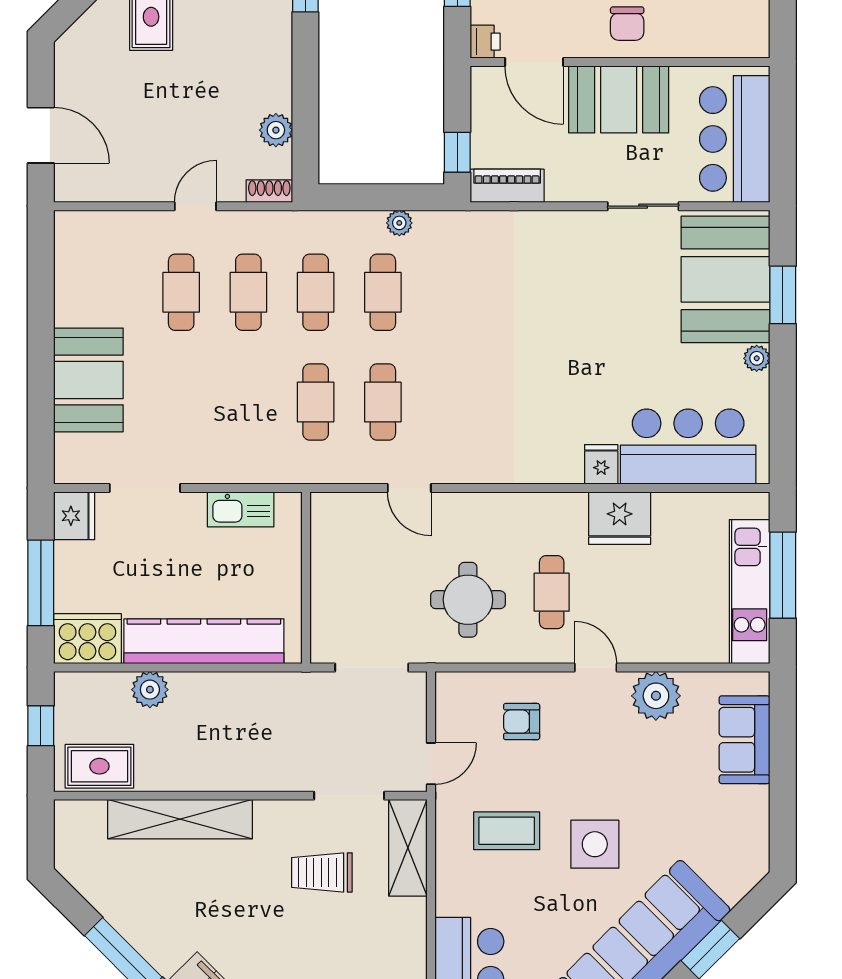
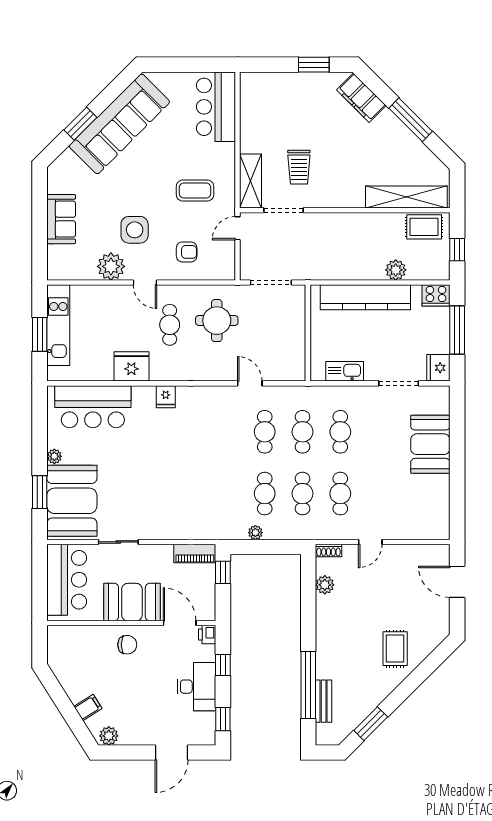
chair: (627, 24) -> (127, 645), turned 90
cafe table: (181, 292) -> (340, 432), moved
fridge: (601, 464) -> (166, 397), moved
window: (783, 575) -> (40, 334), width x0.69
cooker: (87, 639) -> (436, 295), width x0.73, depth x0.76
sofa: (745, 740) -> (61, 219), moved
shelving: (180, 819) -> (406, 197), moved
side table: (595, 844) -> (135, 230), moved
trolley: (322, 872) -> (299, 167), turned 90

